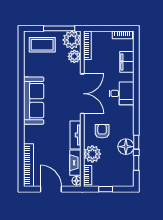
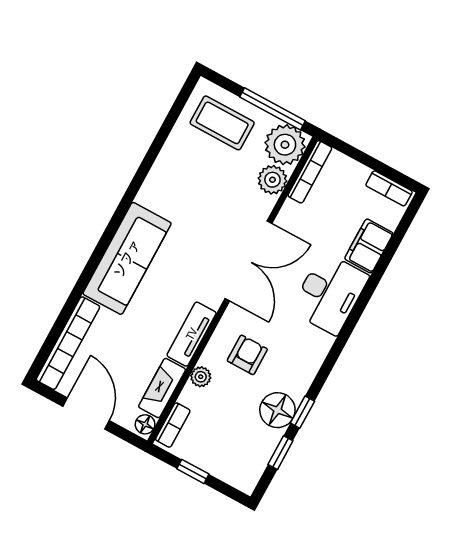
desk: (121, 93) -> (330, 293), width x1.37
sofa: (34, 101) -> (127, 258), moved
plant: (92, 154) -> (201, 377), width x0.53, depth x0.53

